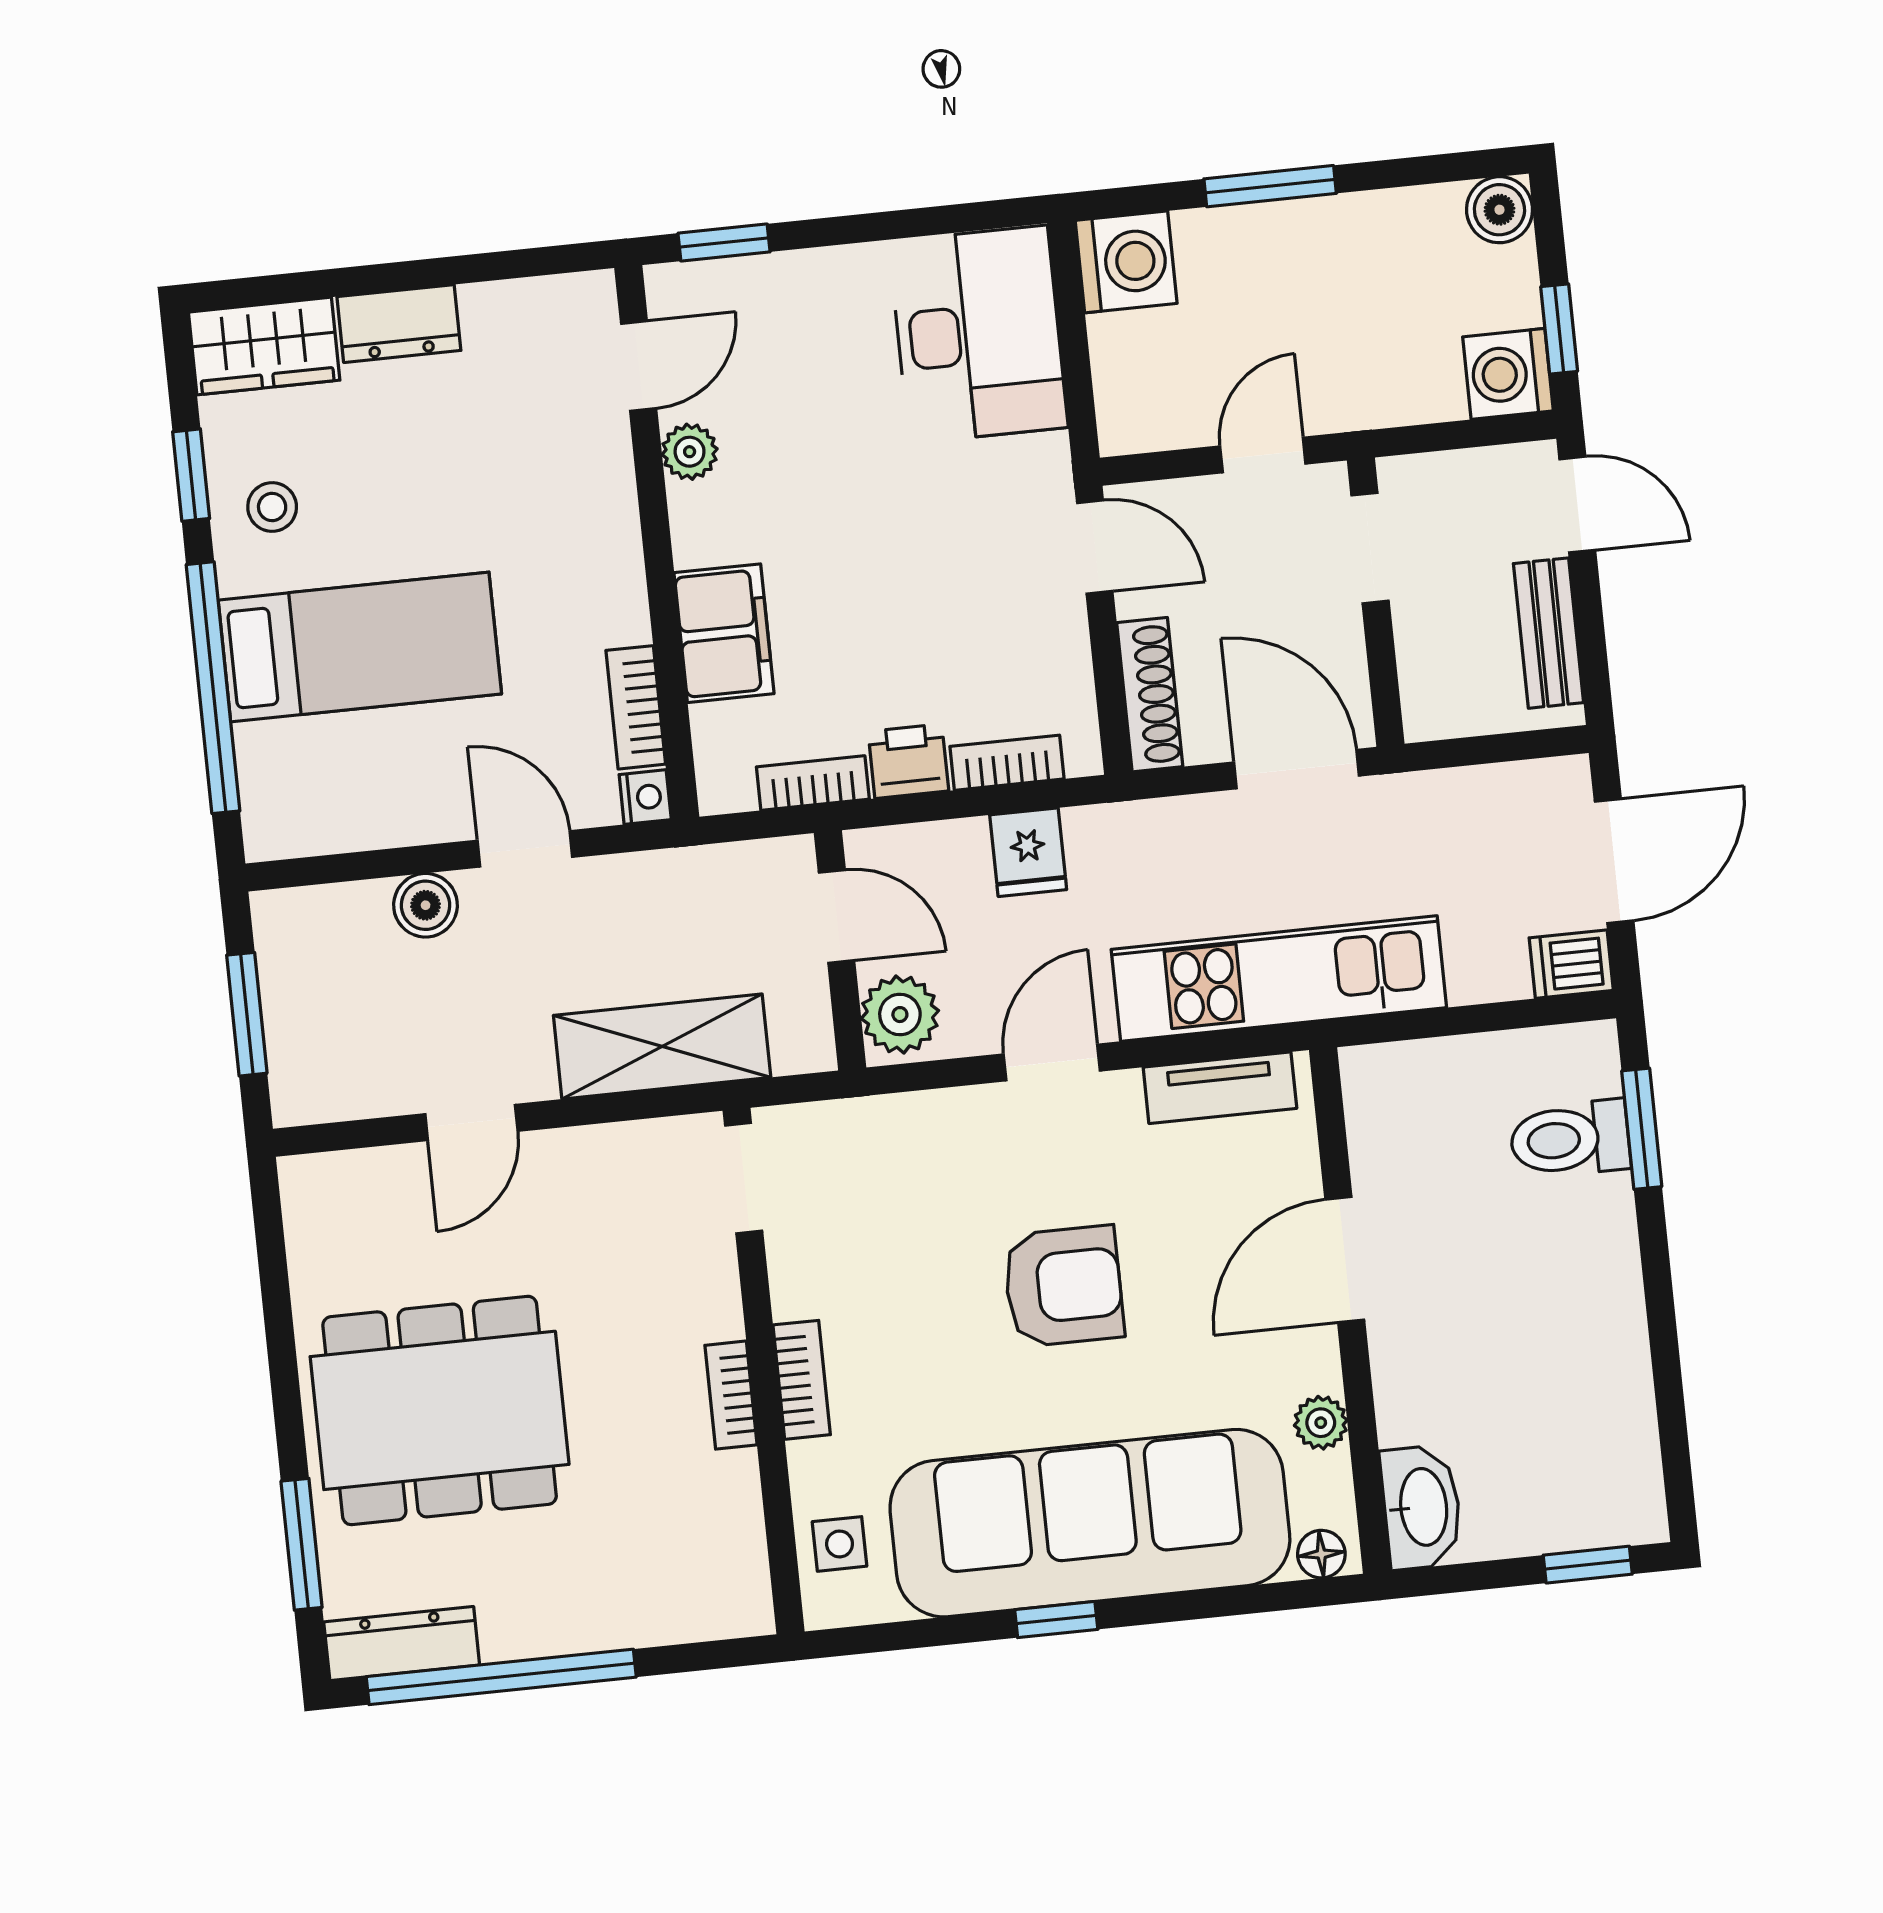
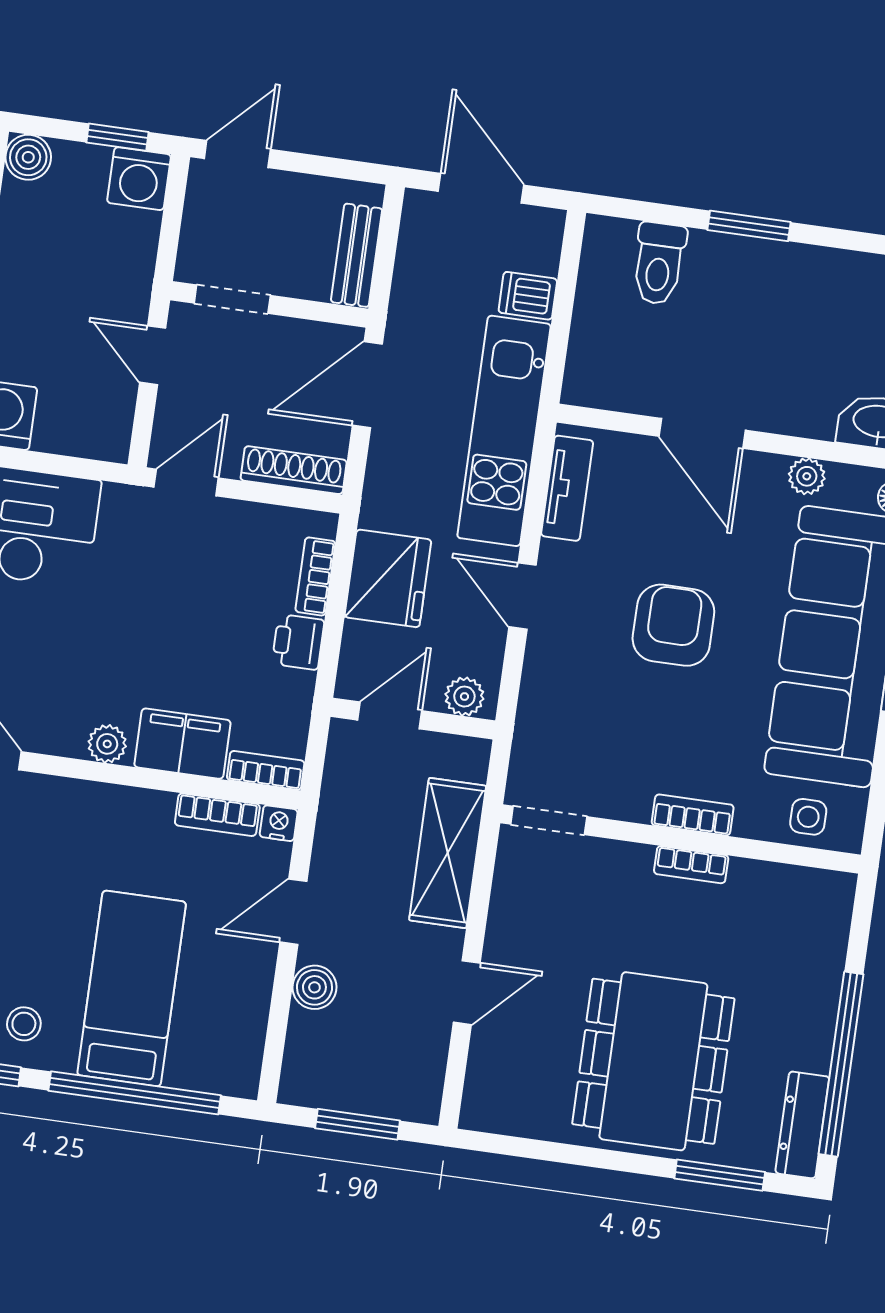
plant: (690, 452) -> (107, 744), moved
bench: (1548, 633) -> (357, 255), moved, turned 90
bookcase: (813, 783) -> (266, 770), moved, turned 90
fridge: (1028, 852) -> (388, 578), width x1.88, depth x1.34
dishwasher: (1571, 964) -> (528, 296), moved, turned 90
plant: (900, 1015) -> (464, 697), width x0.73, depth x0.73
door: (471, 1122) -> (467, 993), hinge flipped
window: (1642, 1129) -> (749, 226), moved

